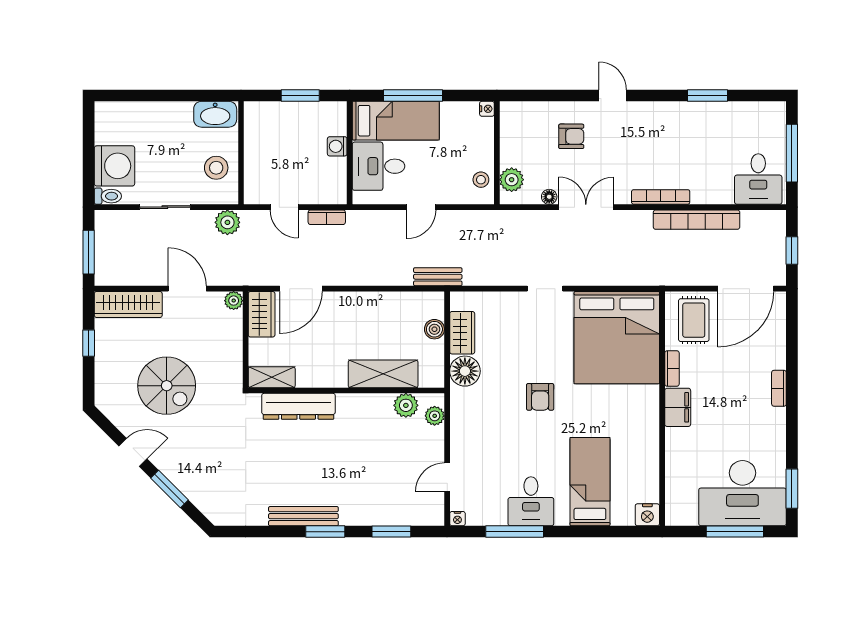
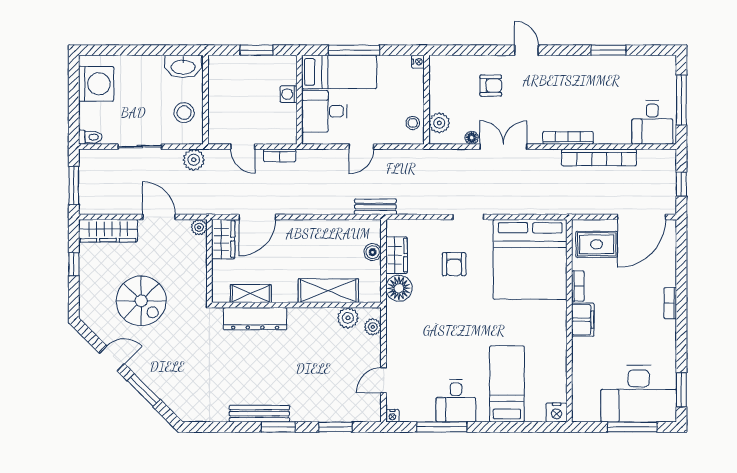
washing machine: (114, 166) -> (96, 84), moved
rug: (694, 320) -> (597, 244), turned 90
shelving: (272, 377) -> (251, 294), moved
armchair: (540, 397) -> (454, 264), moved

